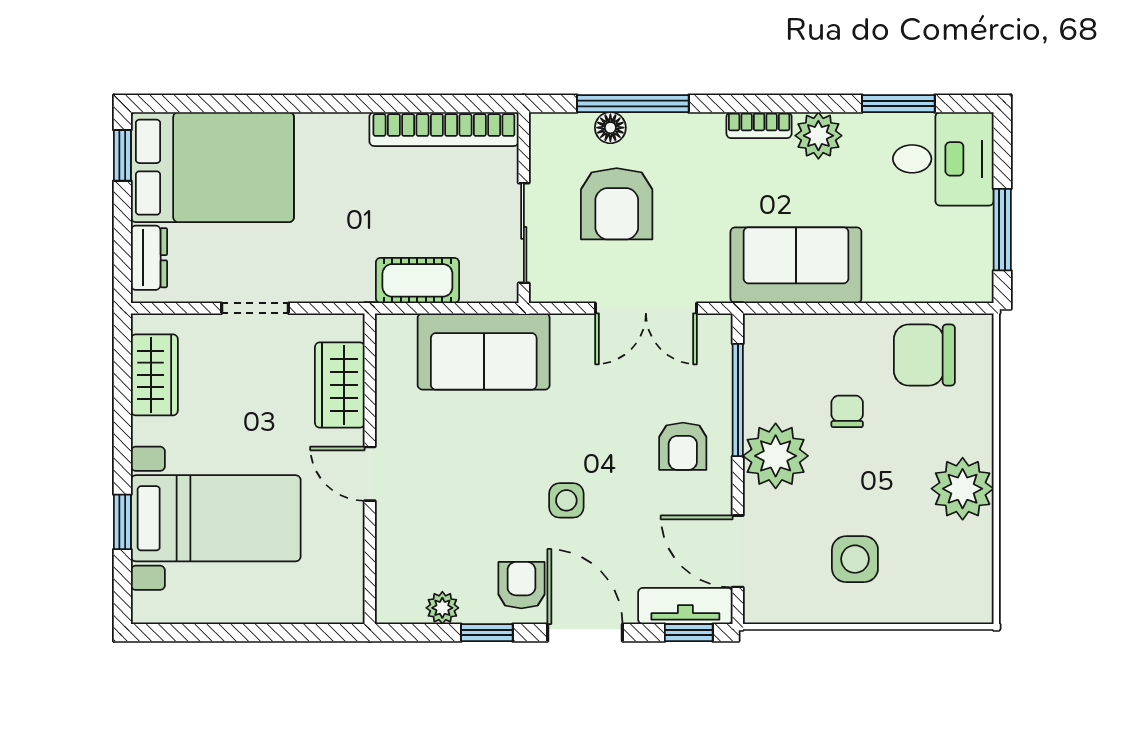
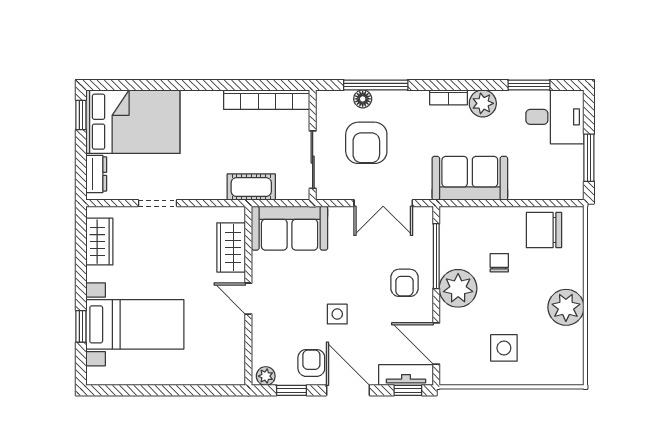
wardrobe: (340, 385) -> (231, 247), moved
wall: (370, 469) -> (248, 296), moved
door: (370, 474) -> (248, 299), moved

